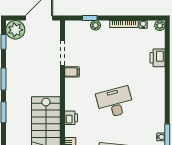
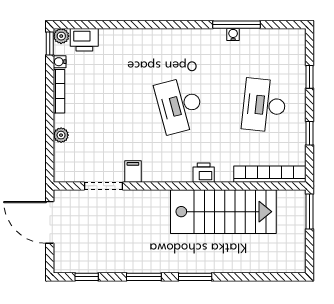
window: (90, 18) -> (50, 43), moved
plant: (15, 30) -> (68, 259), removed
printer: (157, 58) -> (84, 40), moved

